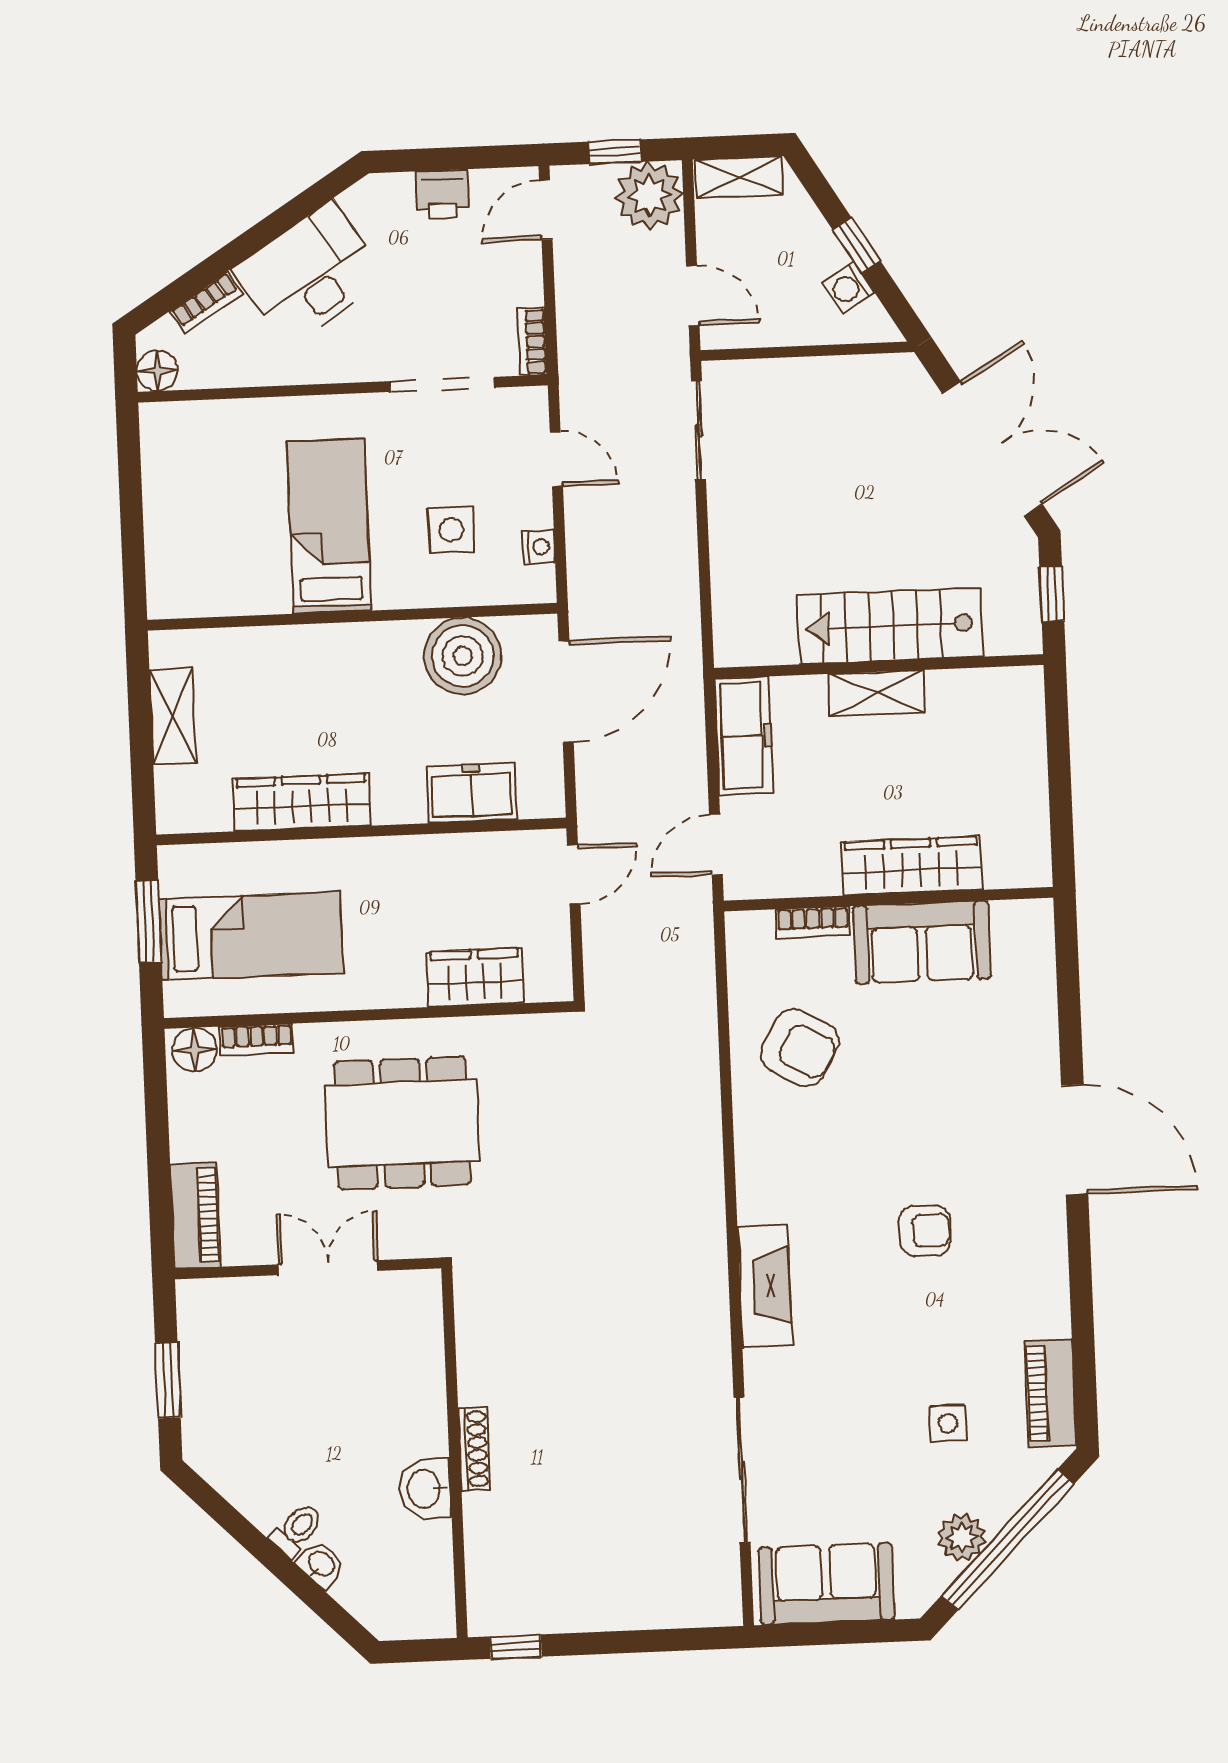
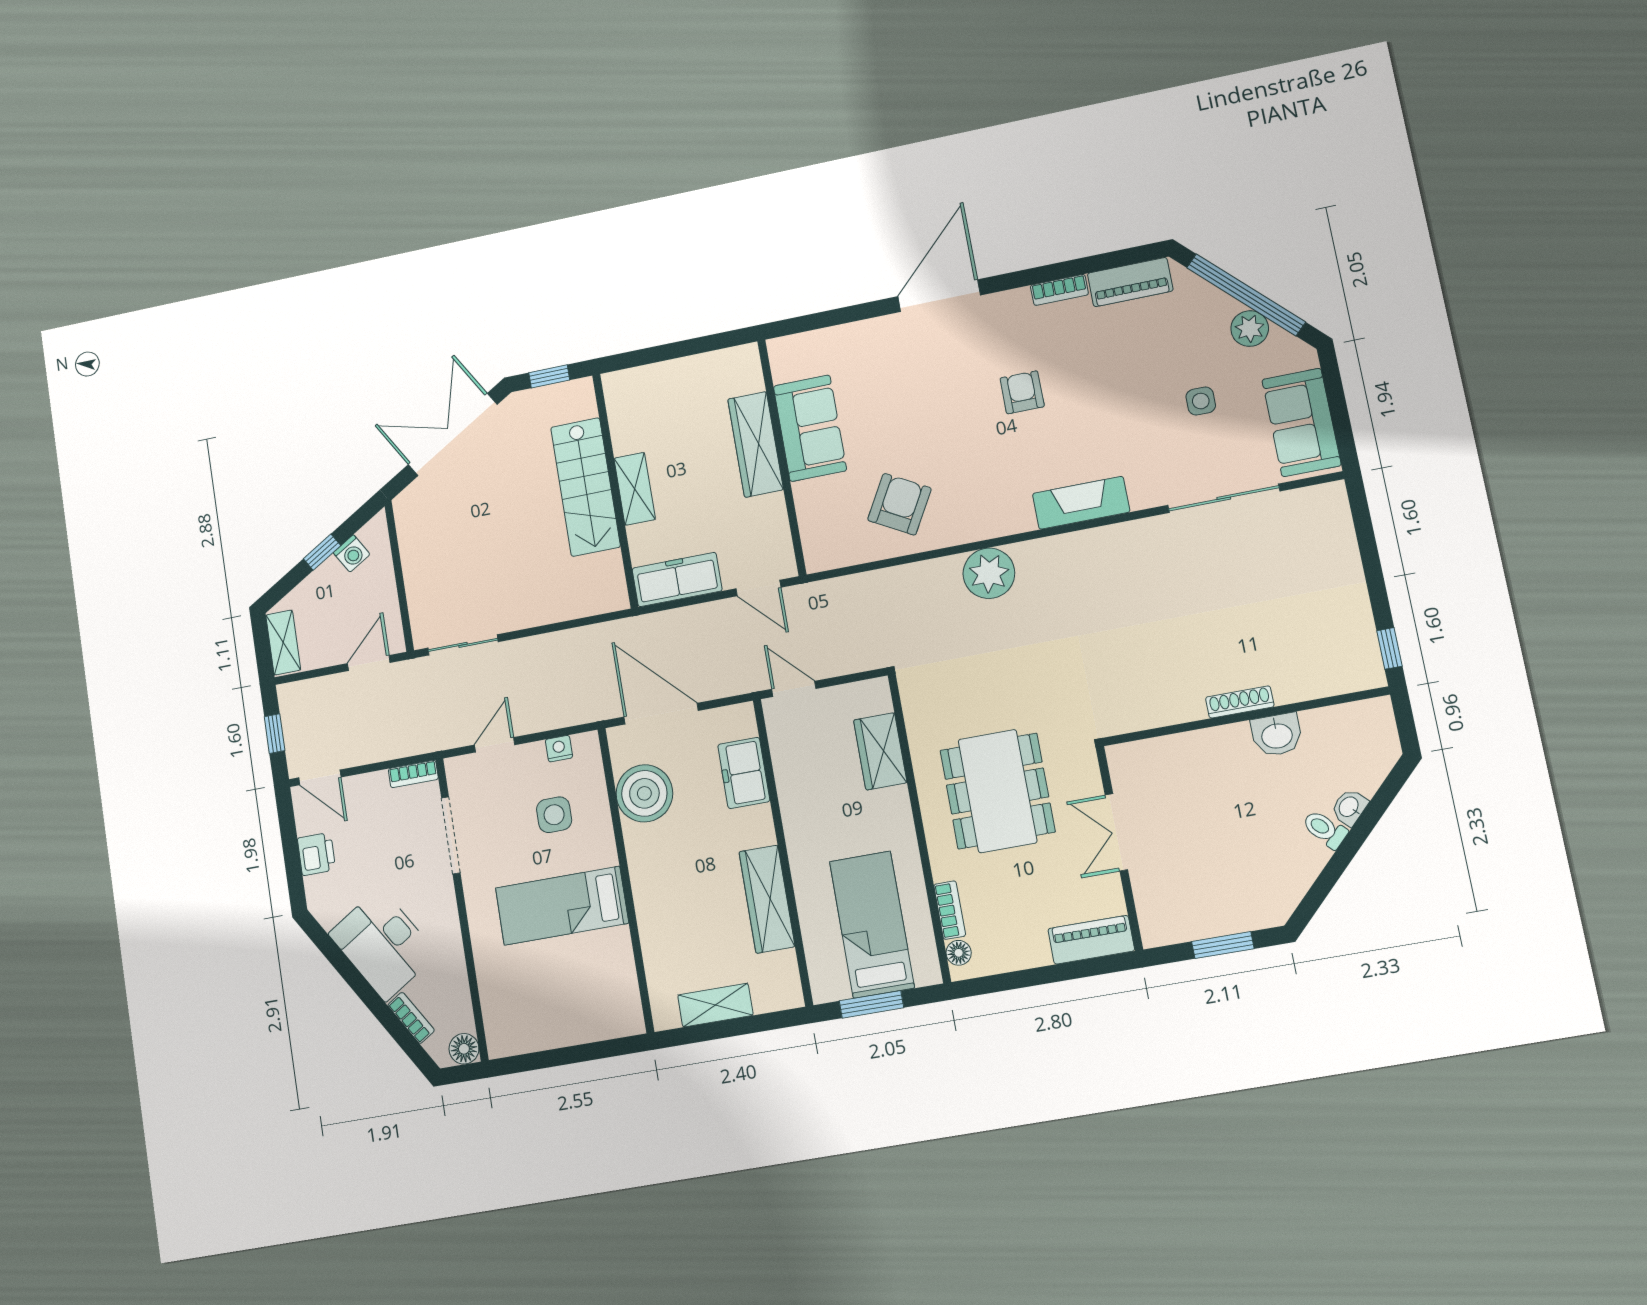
plant: (649, 195) -> (989, 573), moved
bookcase: (813, 922) -> (1059, 290), moved, turned 90
floor lamp: (195, 1050) -> (959, 953), width x0.73, depth x0.73
side table: (948, 1423) -> (1201, 401), moved

